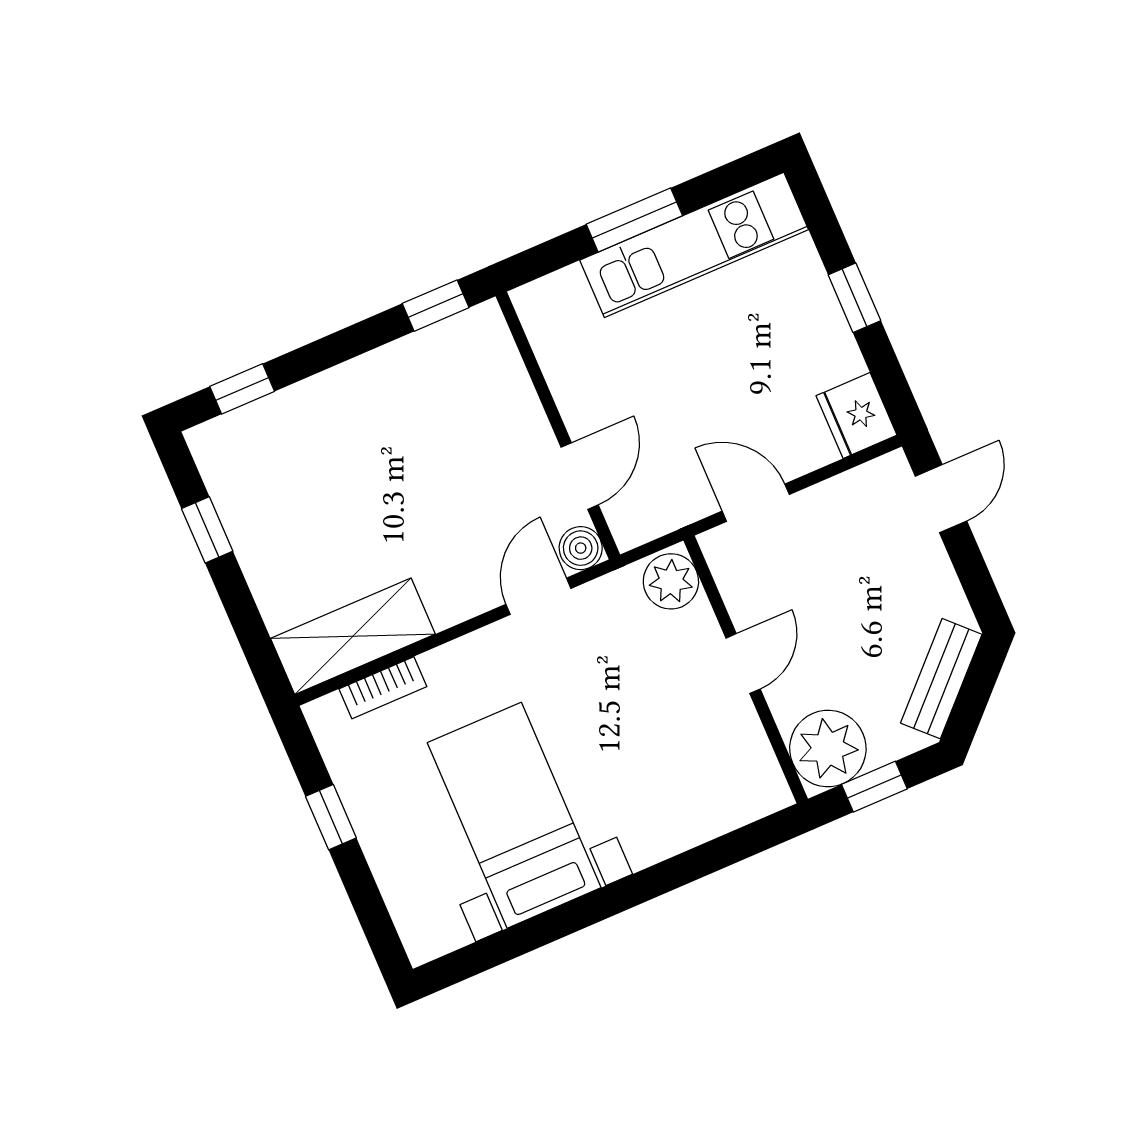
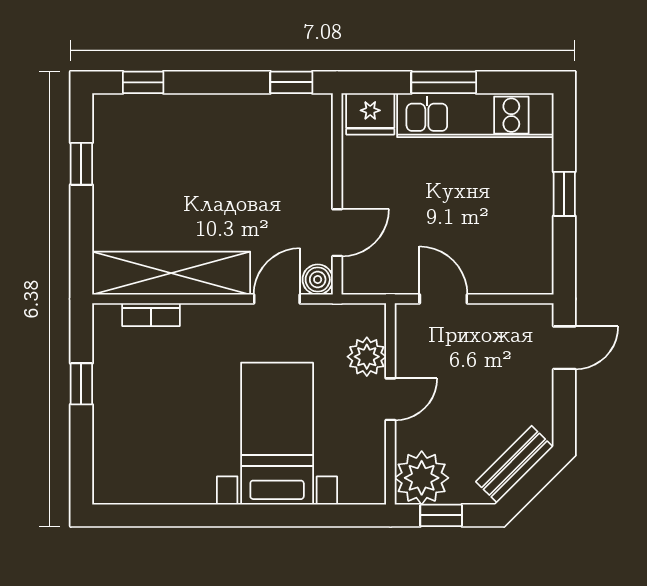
fridge: (857, 415) -> (370, 114), moved, turned -90
plant: (671, 581) -> (367, 357), moved
shelving: (353, 636) -> (171, 273), width x1.47
bed with nightstands: (514, 815) -> (277, 434), moved

